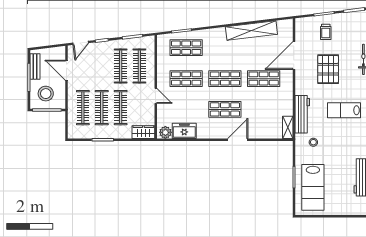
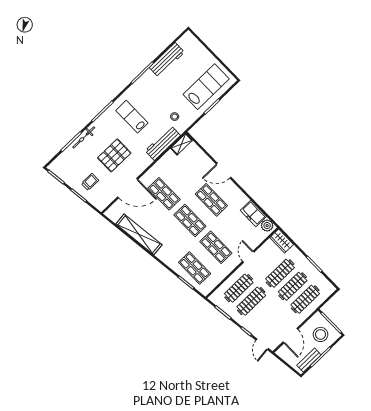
door: (81, 43) -> (262, 344), swing flipped
lab bench: (344, 110) -> (132, 117), turned 180

